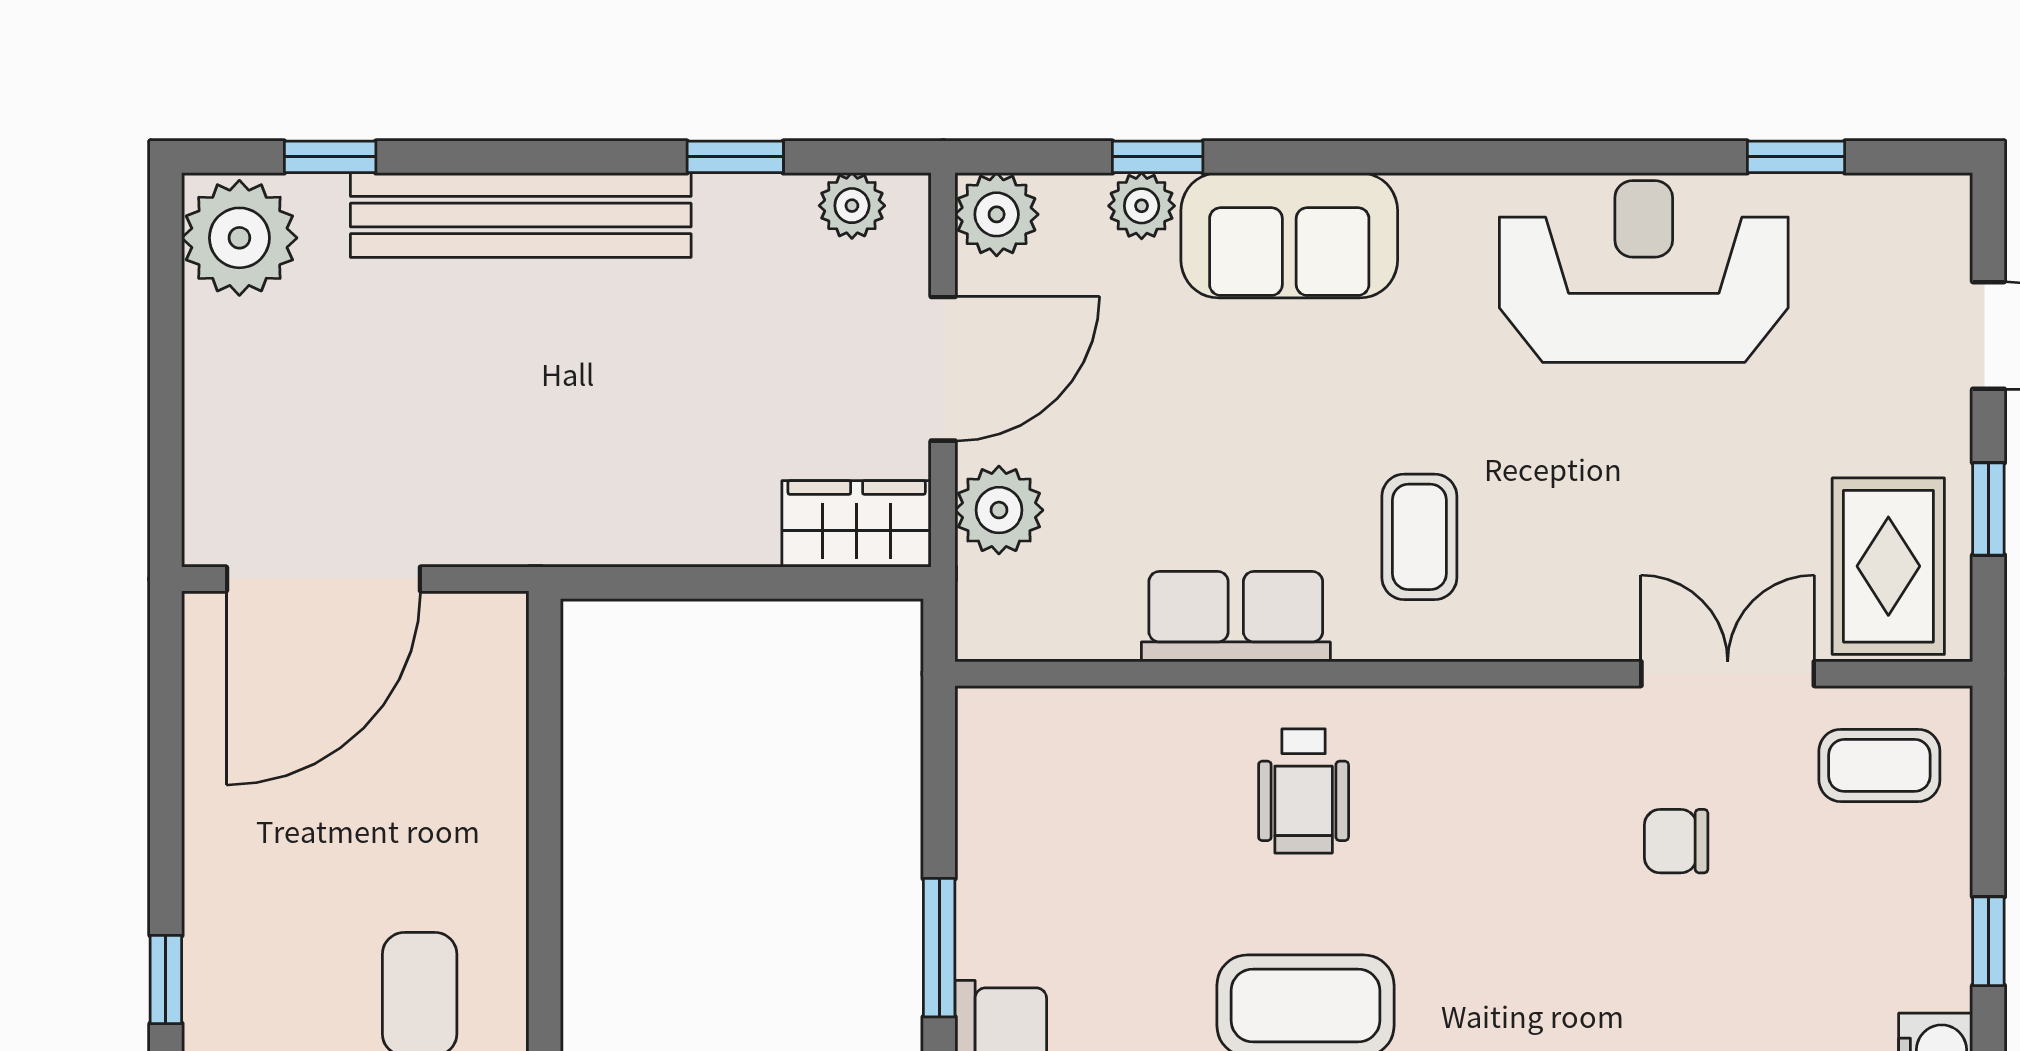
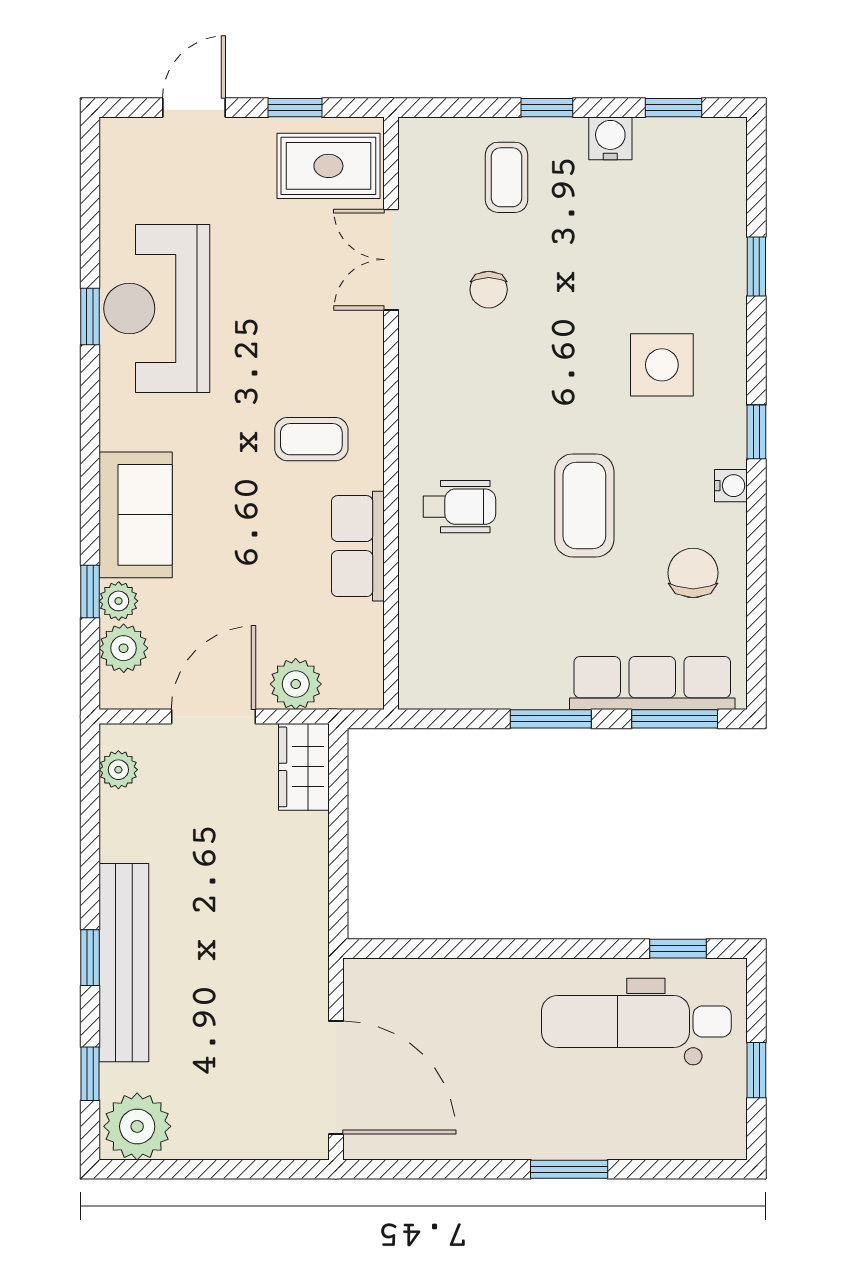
window: (735, 157) -> (90, 958), moved
window: (1796, 157) -> (90, 317), moved
plant: (997, 214) -> (124, 648), moved
door: (943, 369) -> (213, 717), hinge flipped
coffee table: (1879, 765) -> (507, 177), moved
window: (166, 980) -> (569, 1169), width x1.50

